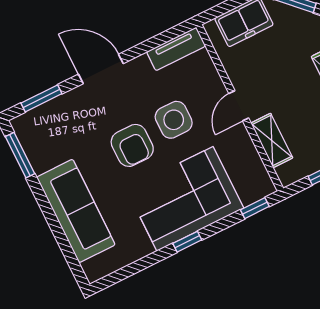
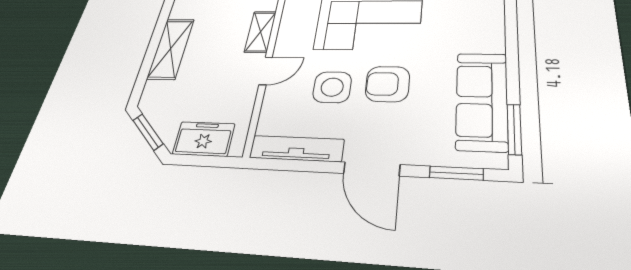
tv unit: (176, 49) -> (297, 149), width x1.41
armchair: (132, 145) -> (387, 84), turned -90
sofa: (76, 211) -> (482, 100), moved

